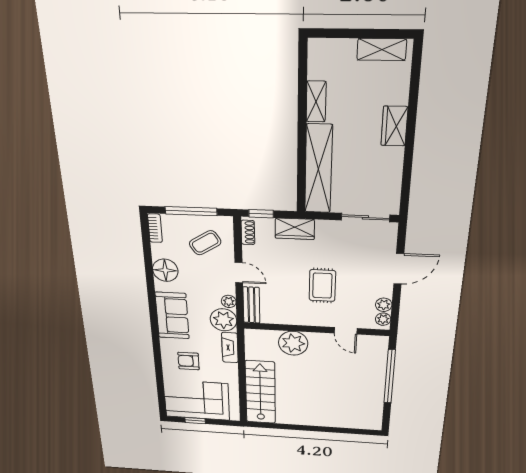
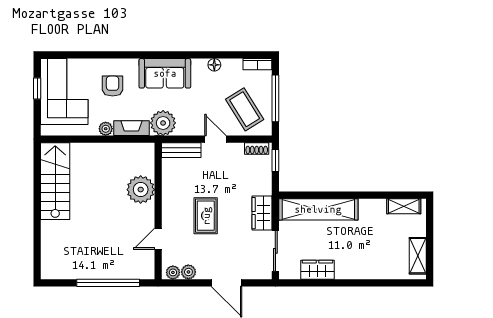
shelving: (316, 101) -> (404, 206), moved
wardrobe: (394, 126) -> (317, 270), moved
wardrobe: (295, 229) -> (262, 213), moved
coffee table: (205, 243) -> (245, 109), width x1.36, depth x1.30
floor lamp: (165, 270) -> (214, 65), width x0.53, depth x0.53
door: (239, 273) -> (215, 139), swing flipped
rug: (322, 286) -> (206, 216), turned 90
plant: (229, 301) -> (106, 129), moved
stairs: (260, 392) -> (55, 181), moved, turned -90

